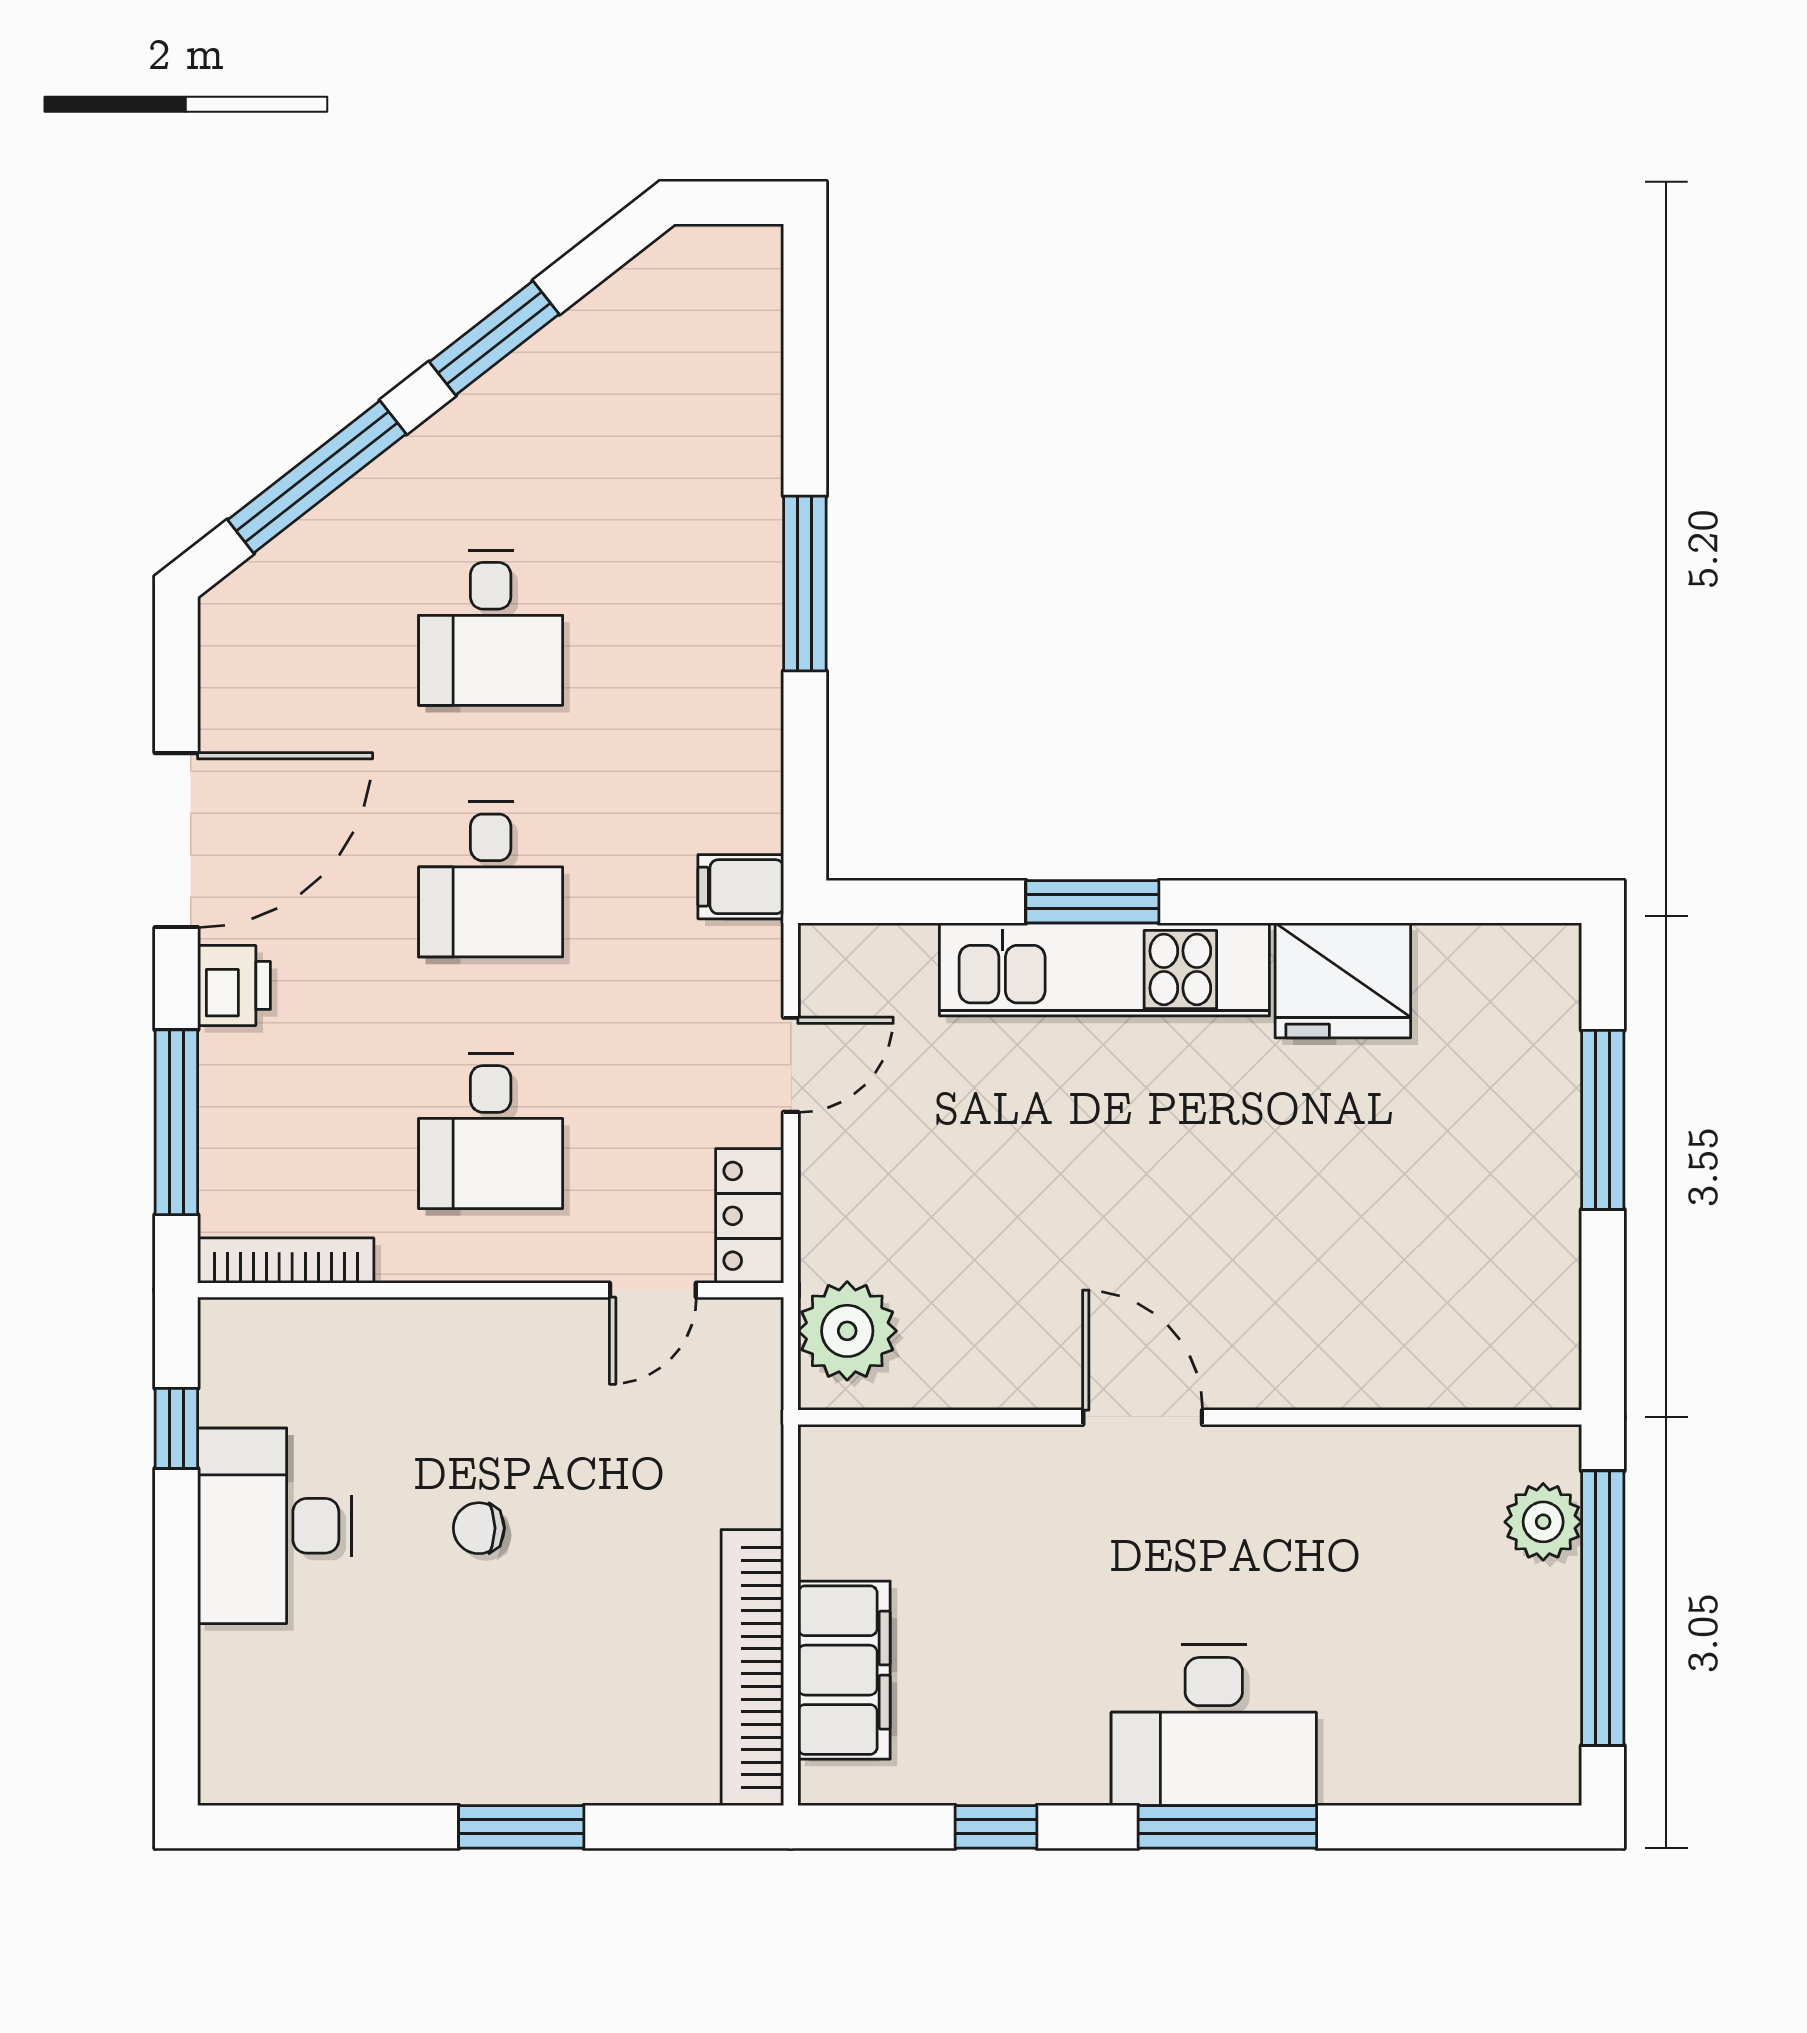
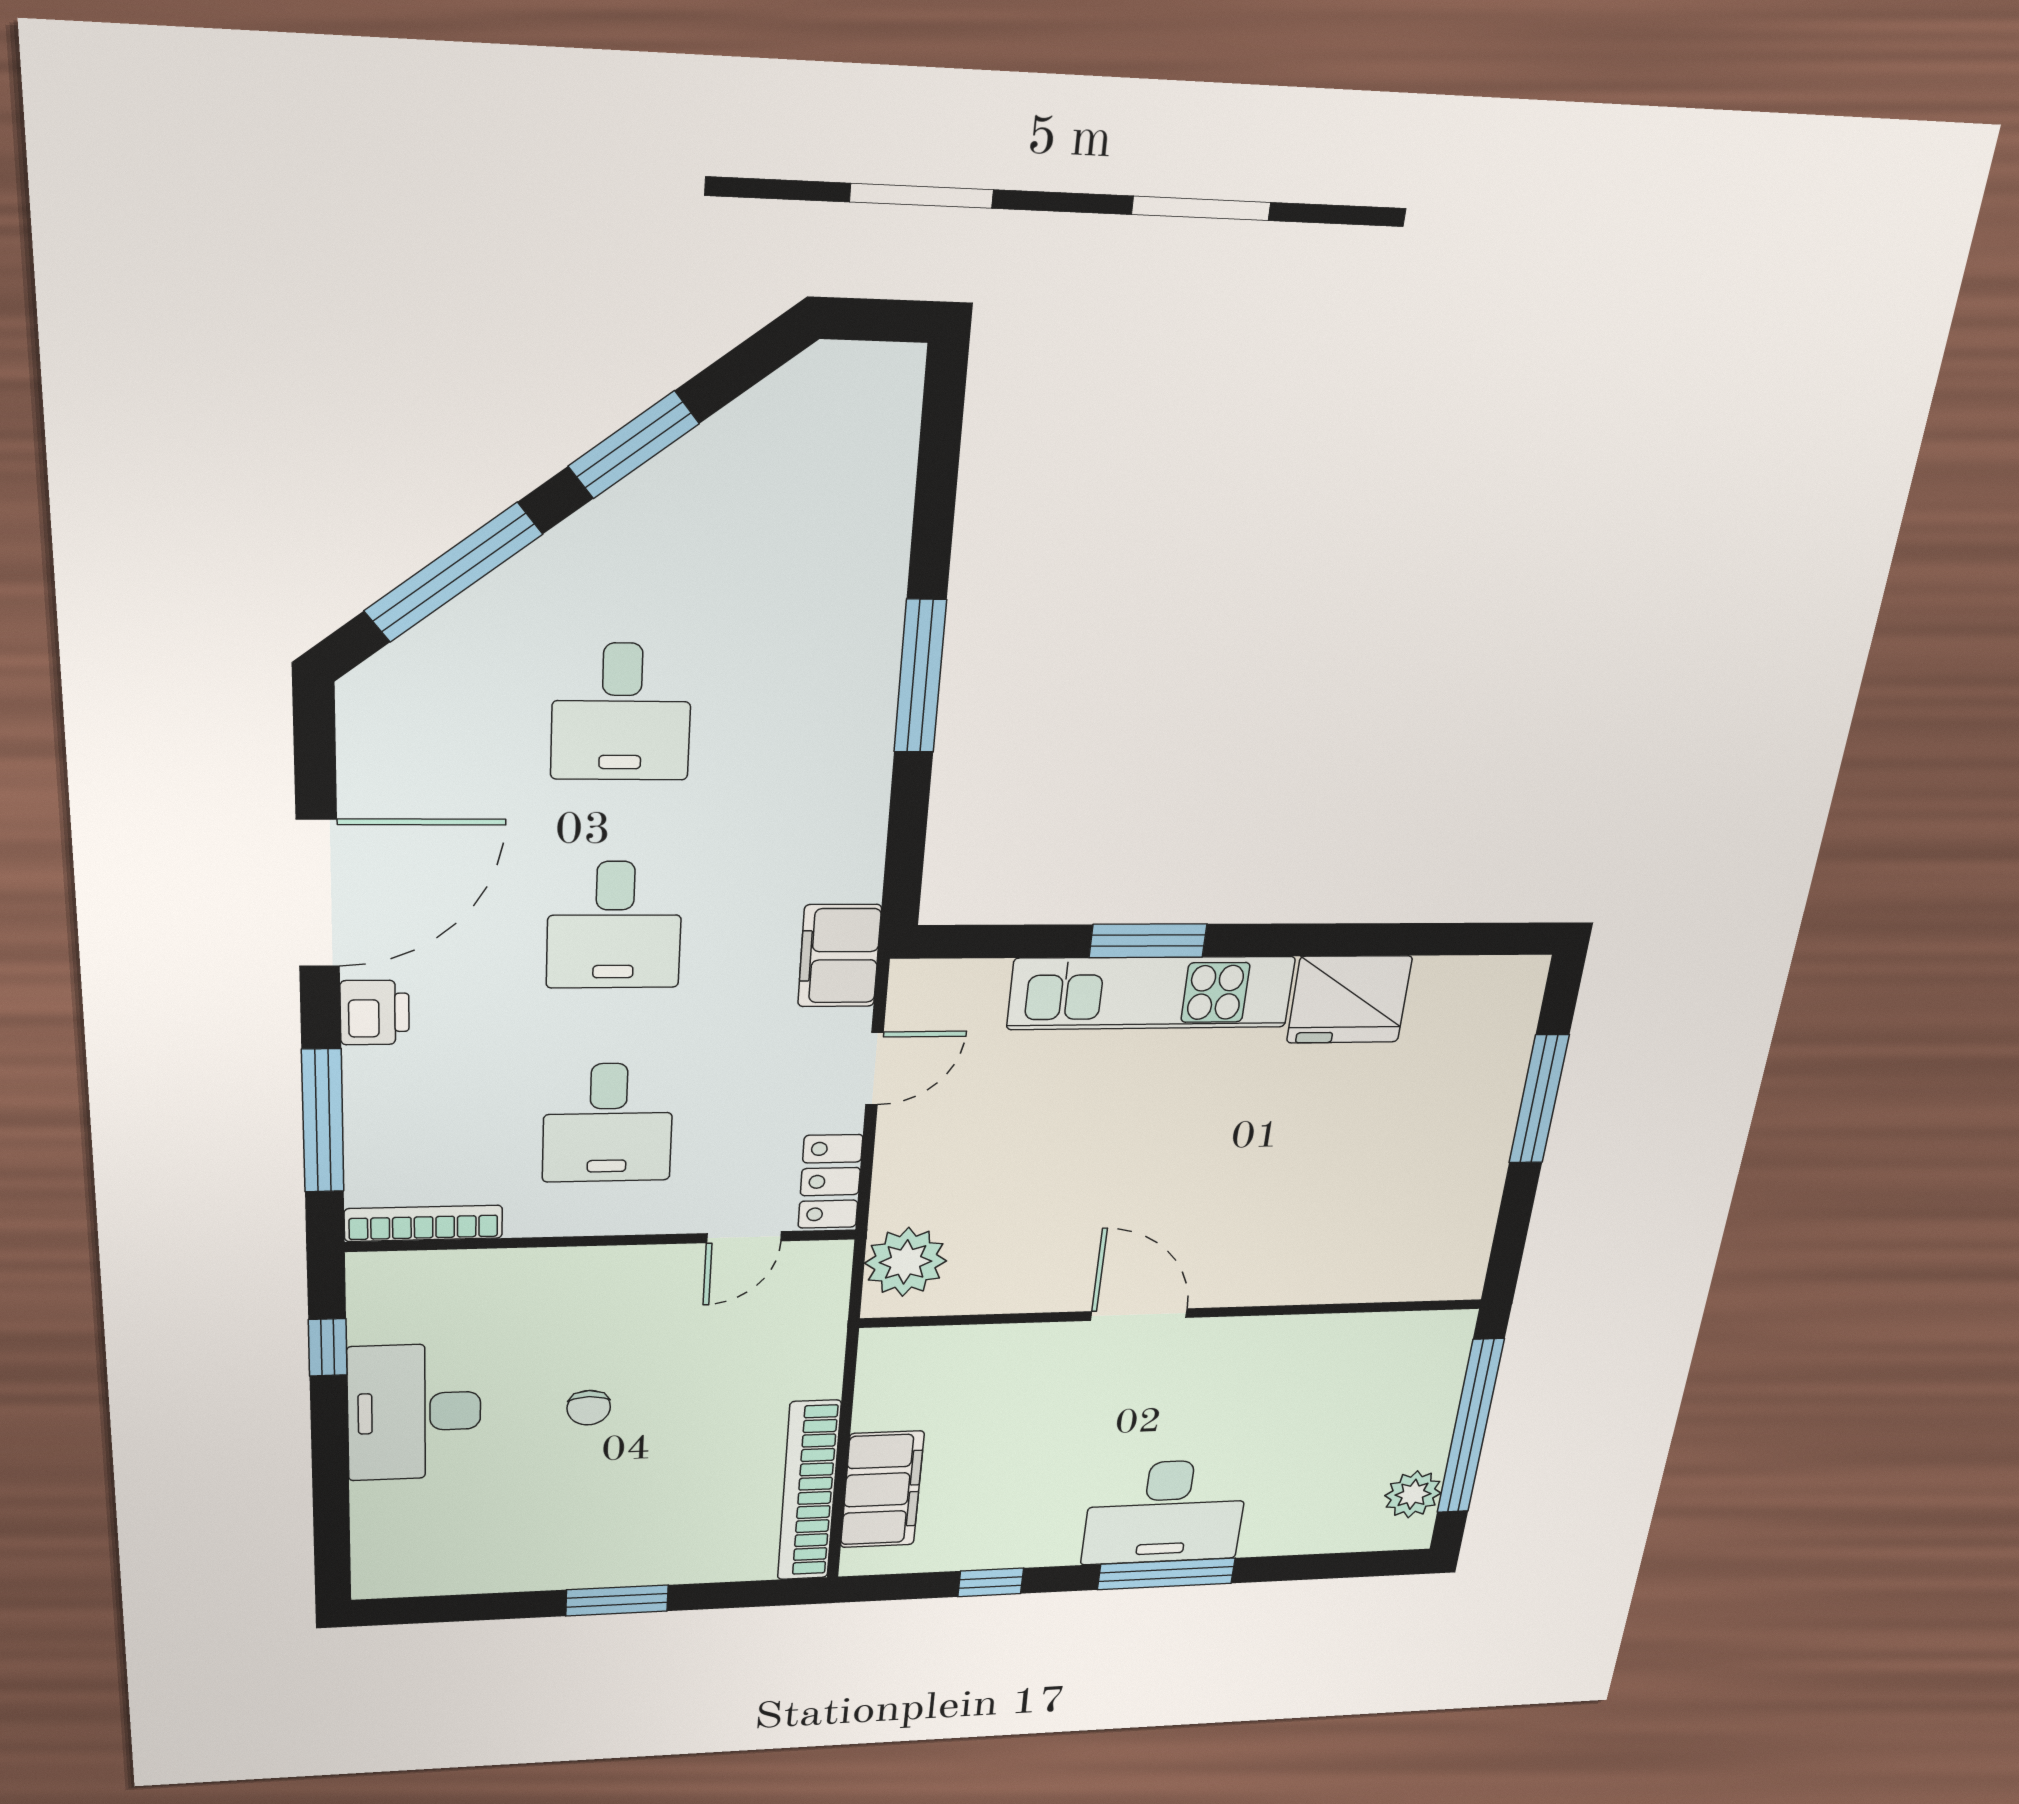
filing cabinet: (741, 887) -> (840, 956), width x2.00
plant: (1543, 1522) -> (1413, 1494), moved
chair: (479, 1528) -> (589, 1408), turned -90

